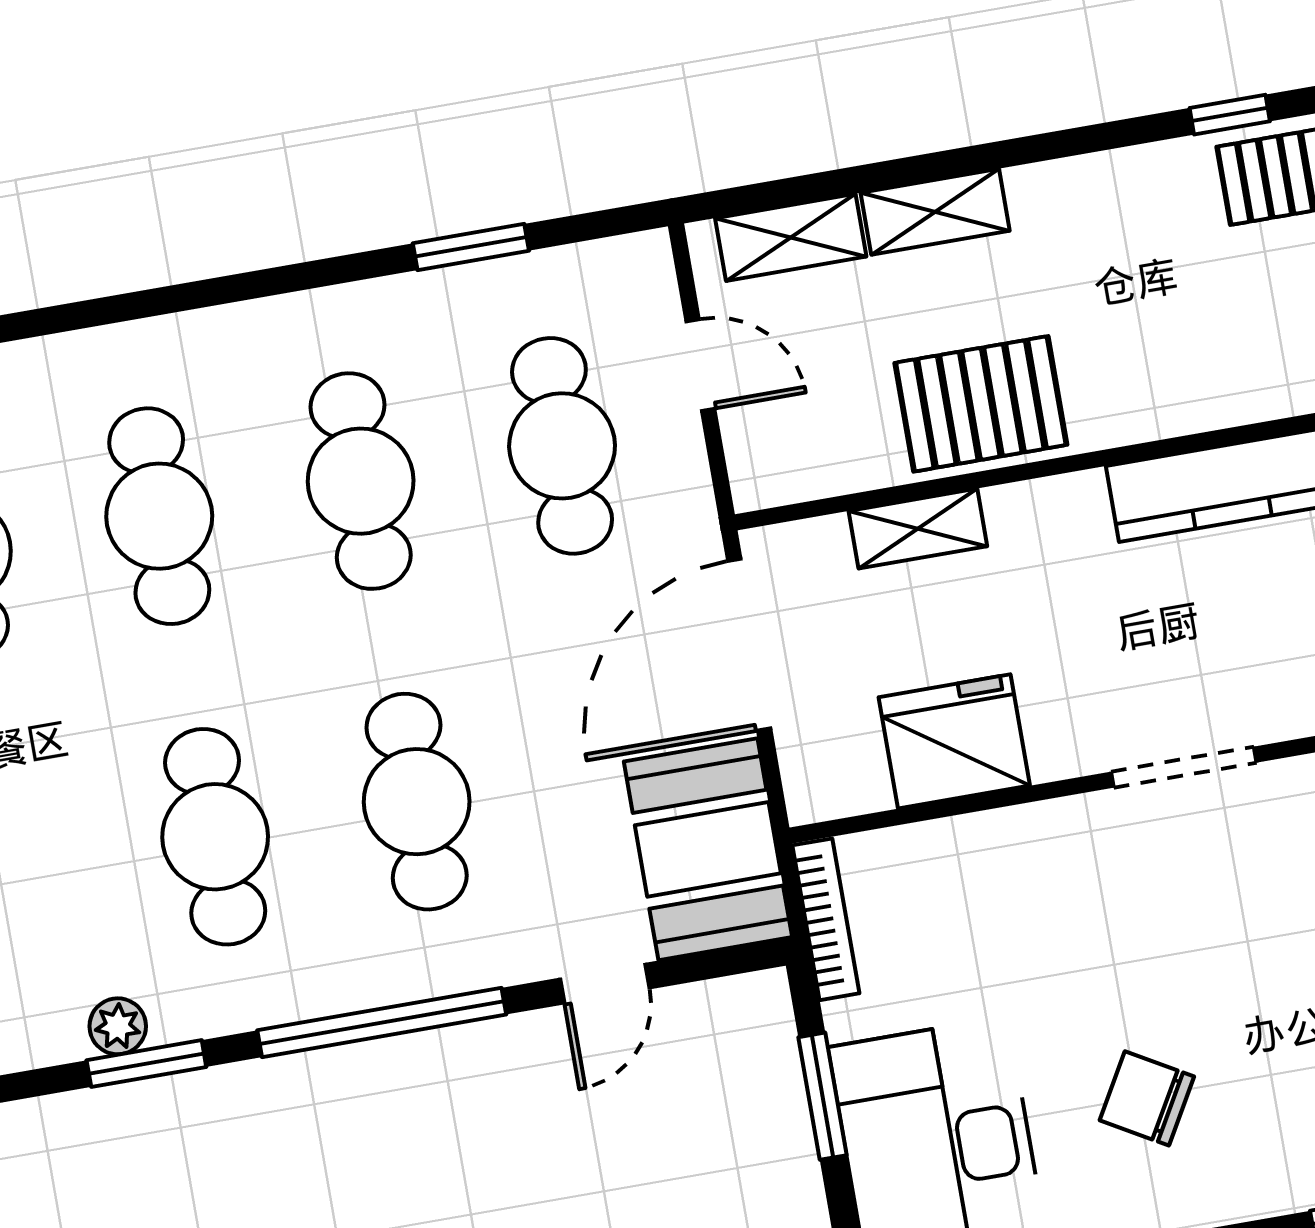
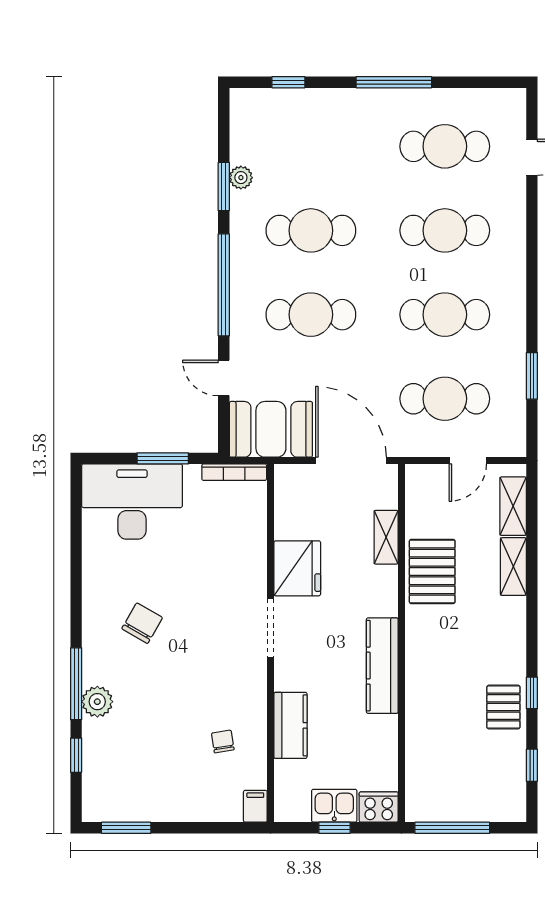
fridge: (954, 741) -> (297, 568), moved
chair: (1147, 1098) -> (142, 623), moved

